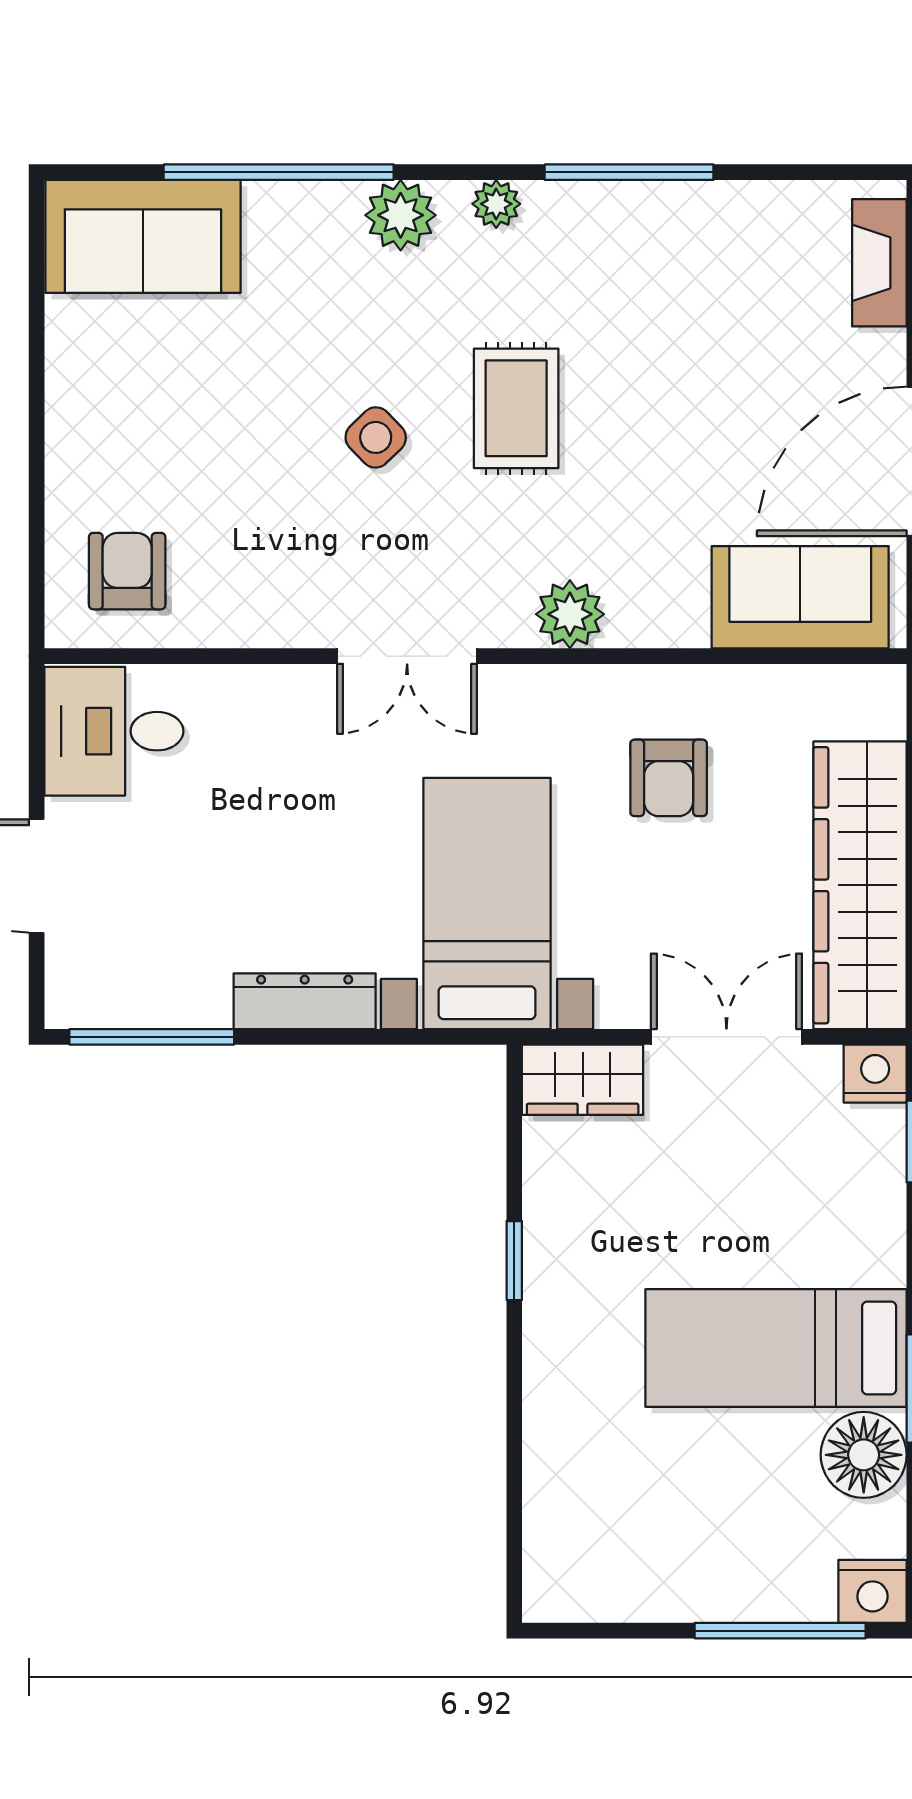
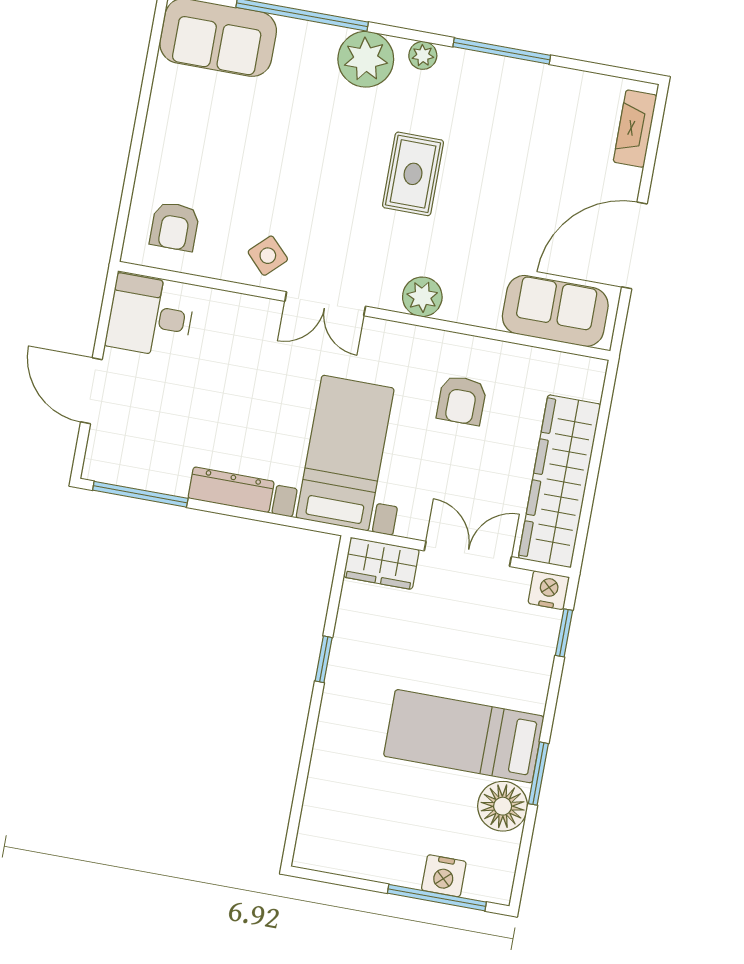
plant: (401, 215) -> (366, 59), width x1.36, depth x1.36
side table: (376, 437) -> (268, 256), moved
armchair: (127, 571) -> (174, 226), turned 180
nightstand: (872, 1591) -> (444, 876), moved

